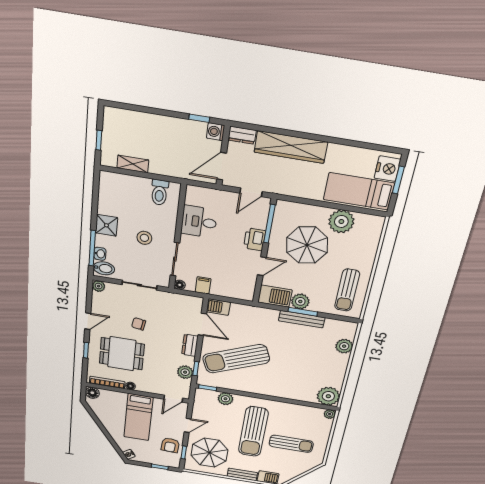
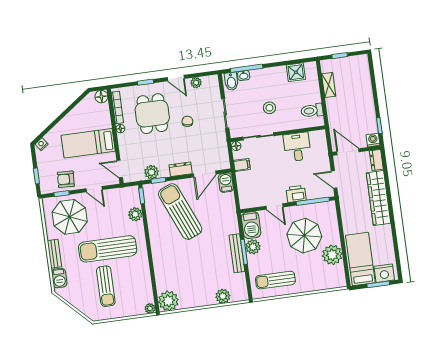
shower: (106, 225) -> (296, 72), moved
plant: (99, 286) -> (196, 83), moved

